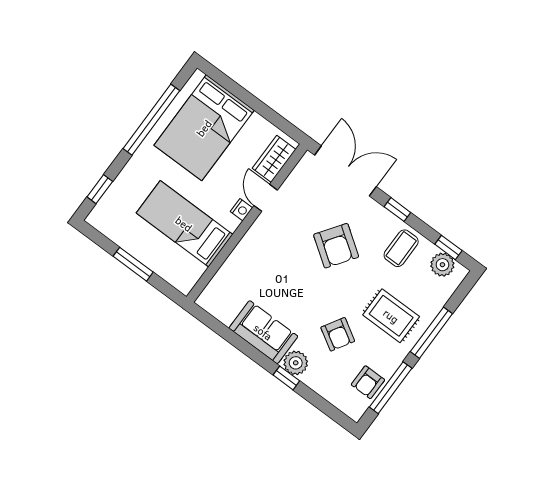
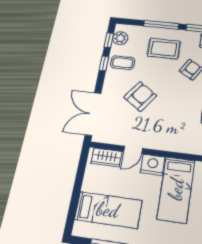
bed: (204, 128) -> (108, 210), width x0.67
nightstand: (241, 210) -> (153, 165), width x1.89, depth x1.79
window: (397, 210) -> (104, 63), moved
rug: (391, 316) -> (164, 49), turned 90

